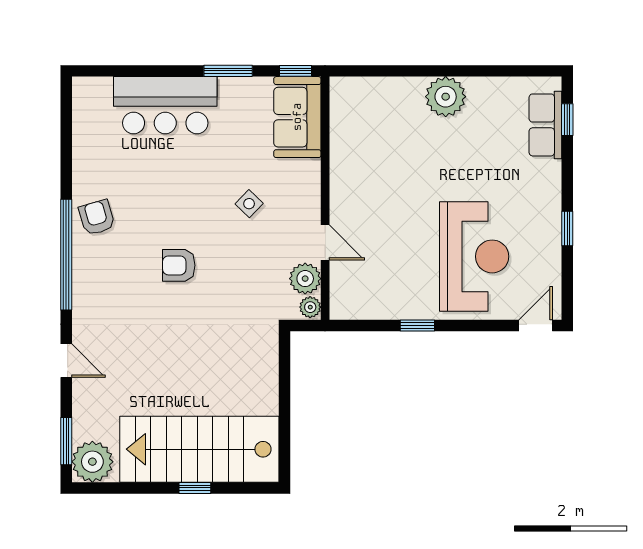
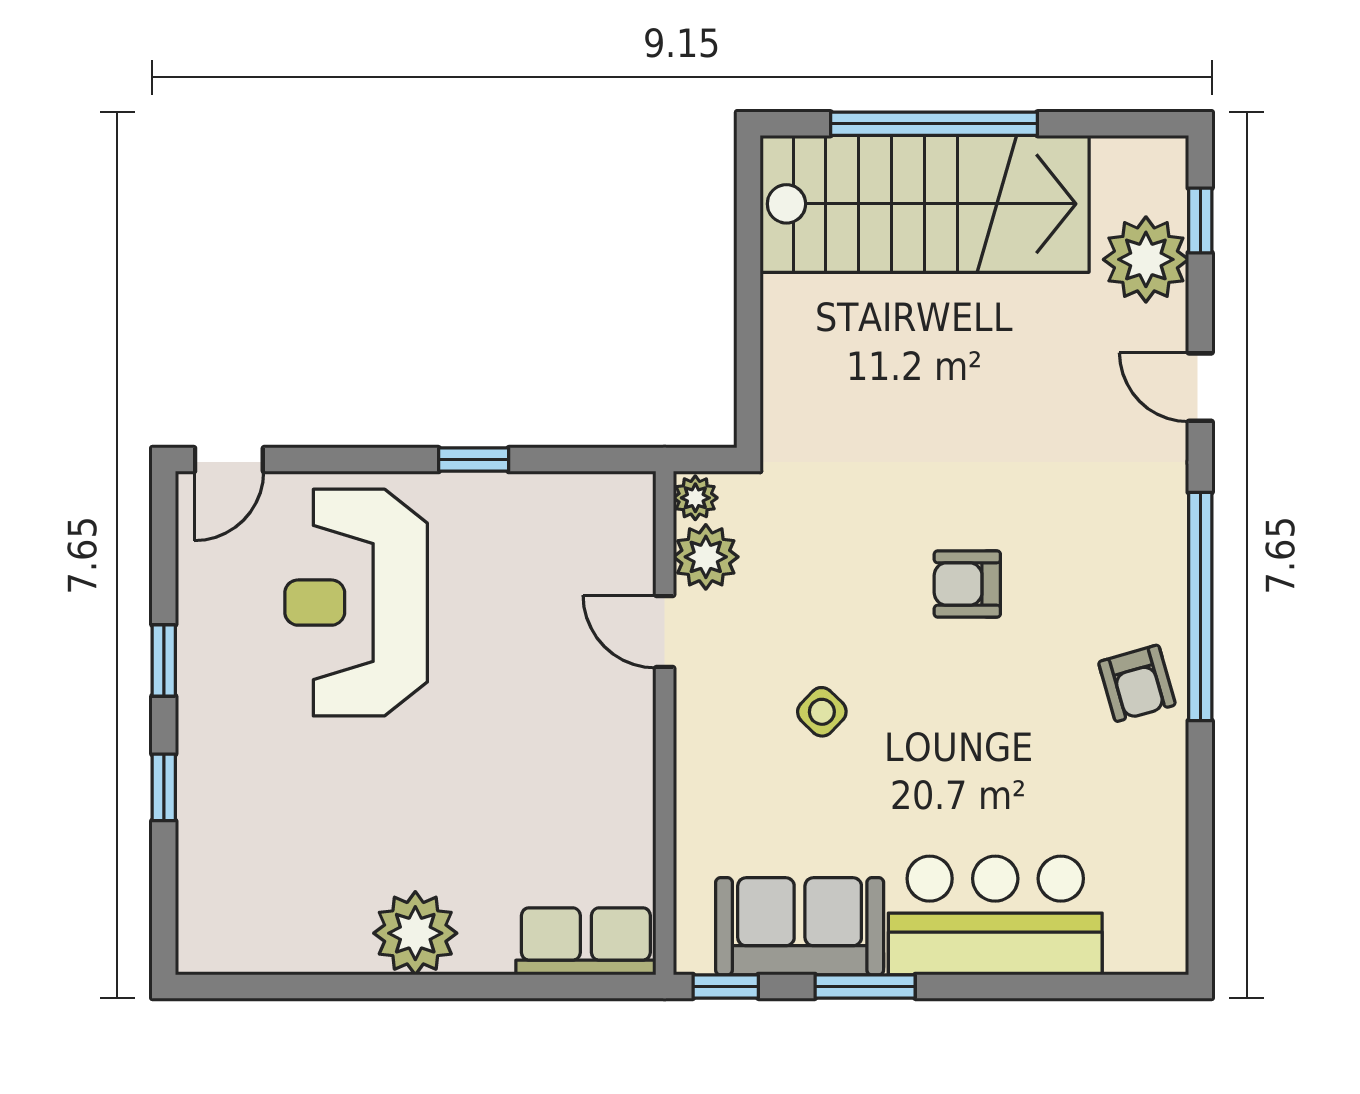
sofa: (297, 117) -> (800, 926), moved, turned -90
window: (567, 120) -> (164, 787), moved
row of seats: (545, 125) -> (586, 941), moved, turned -90
armchair: (179, 265) -> (967, 584), turned 180
window: (66, 441) -> (1200, 220), width x0.67
plant: (92, 462) -> (1146, 259), moved
window: (195, 488) -> (934, 124), width x3.17

